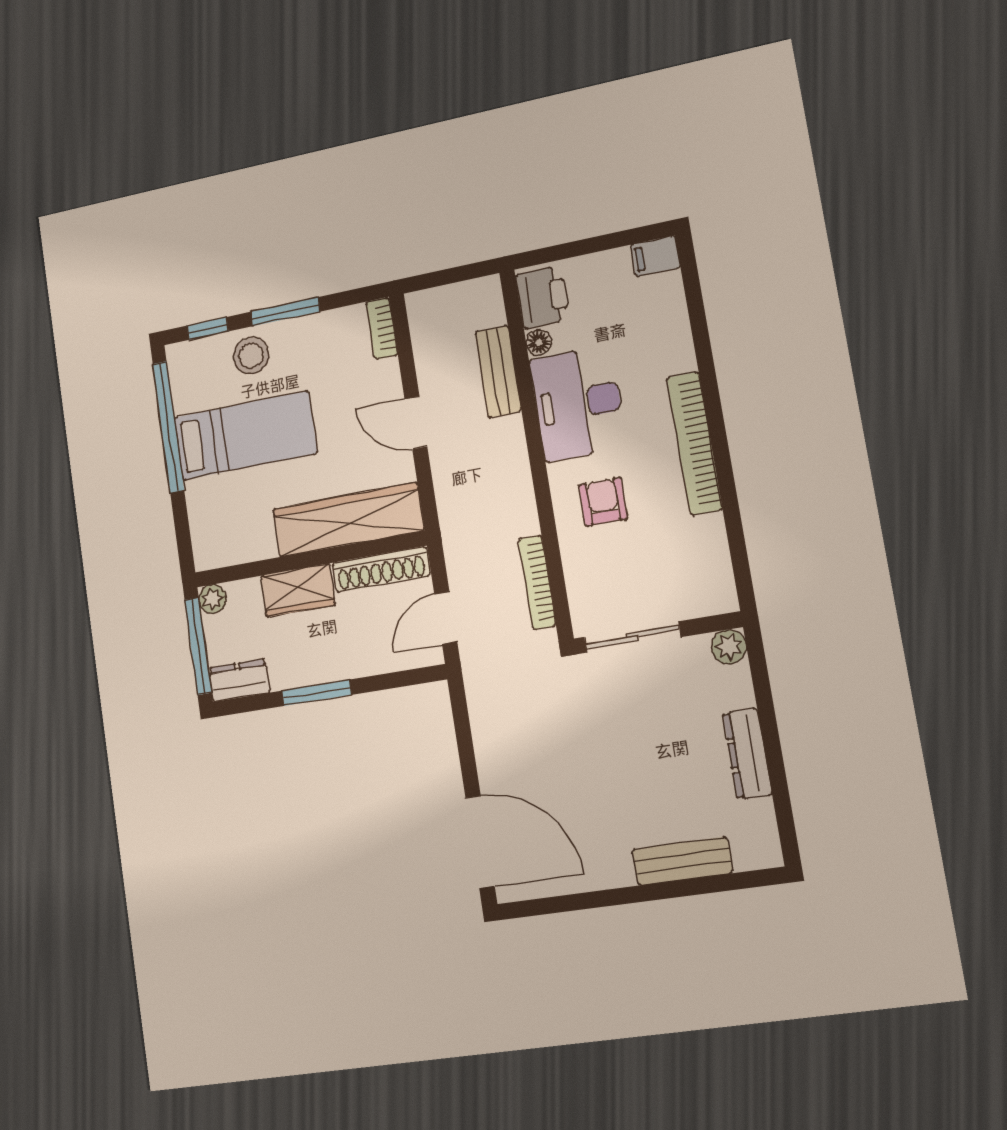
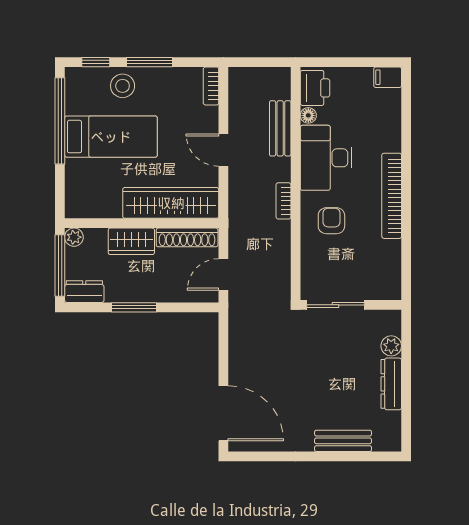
bookcase: (537, 582) -> (283, 201), moved, width x0.64
plant: (729, 647) -> (391, 346), moved

